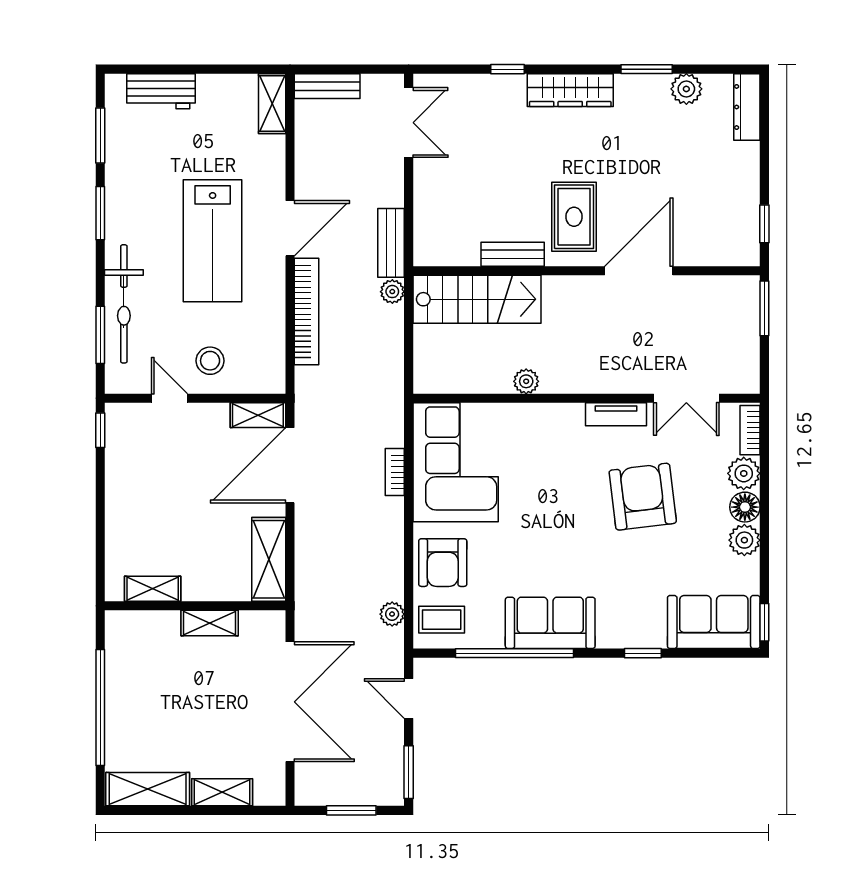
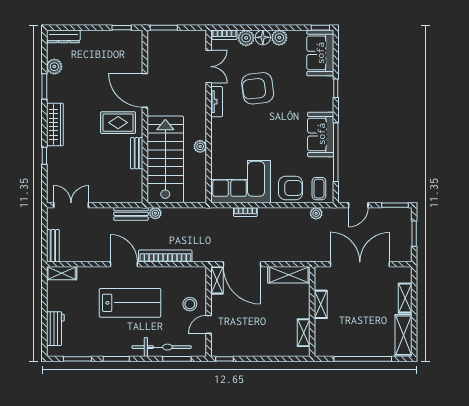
stairs: (477, 299) -> (165, 159), width x1.36, depth x1.51

